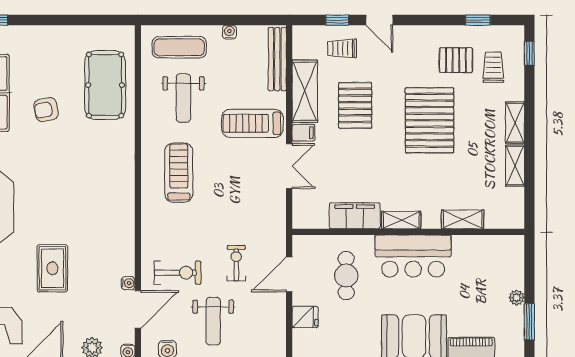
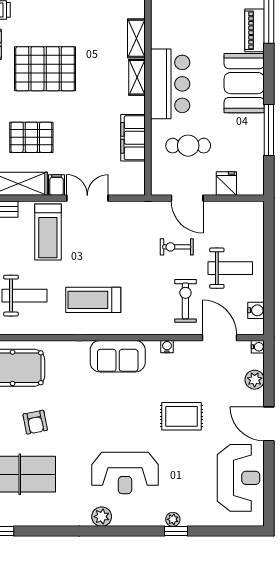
sofa: (118, 199) -> (118, 356), added
shelving: (401, 220) -> (137, 77), moved
water cooler: (128, 283) -> (167, 347), moved

